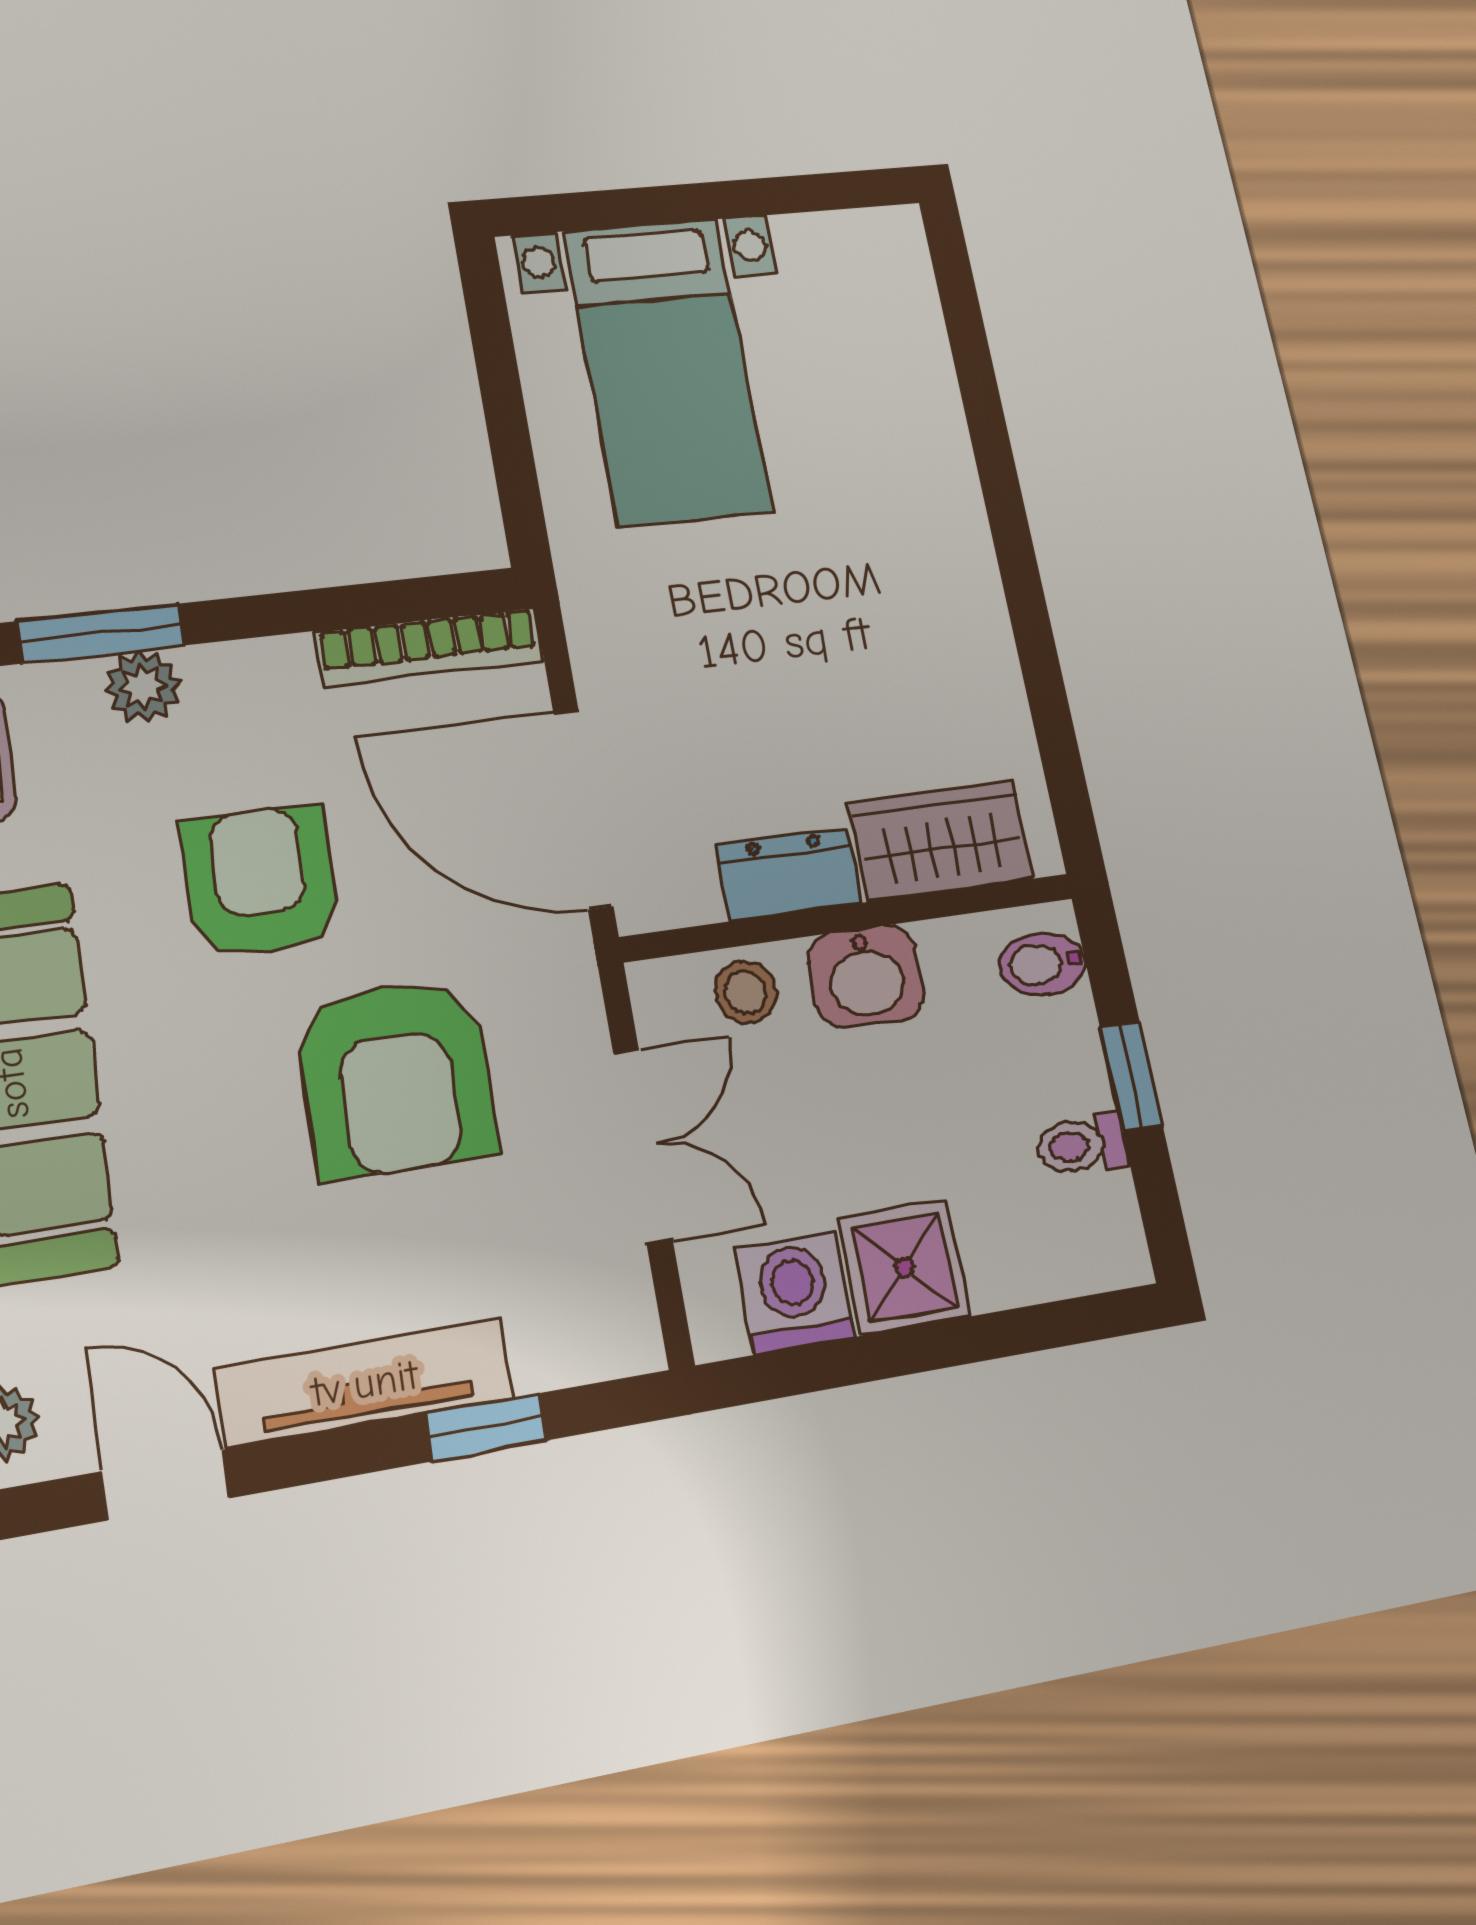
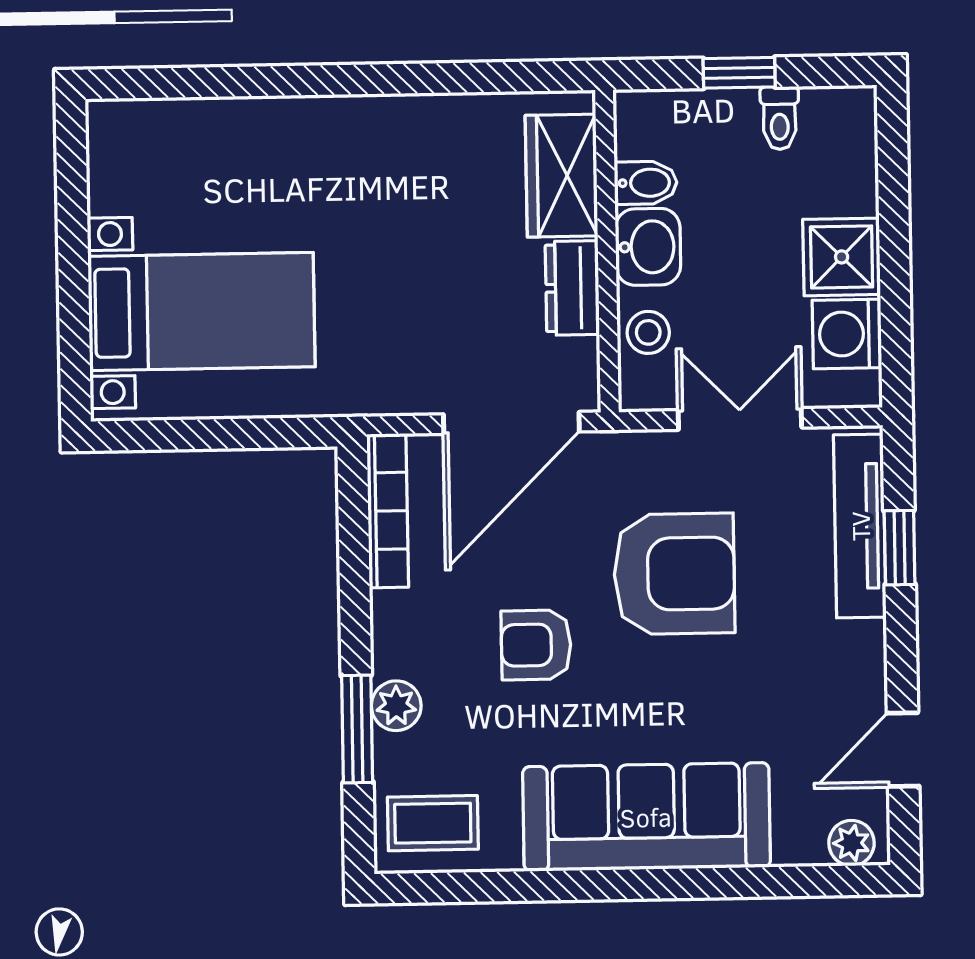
armchair: (260, 882) -> (536, 645), width x0.72, depth x0.72
bidet: (1043, 964) -> (646, 183), moved, turned -90
tv unit: (365, 1383) -> (860, 526), moved

